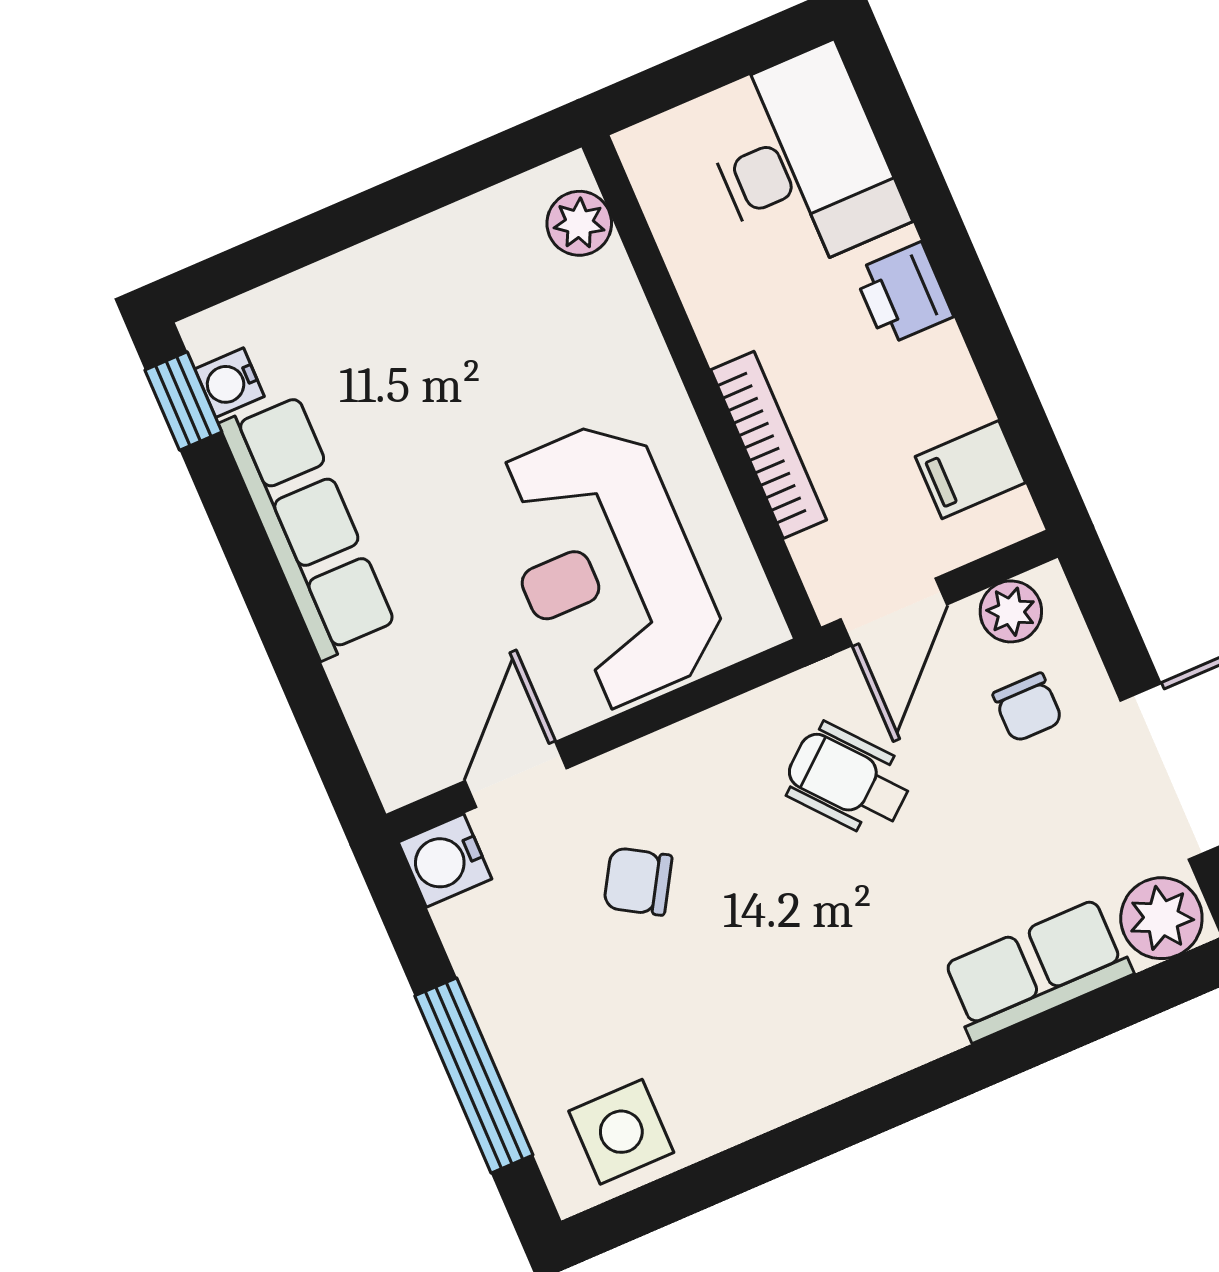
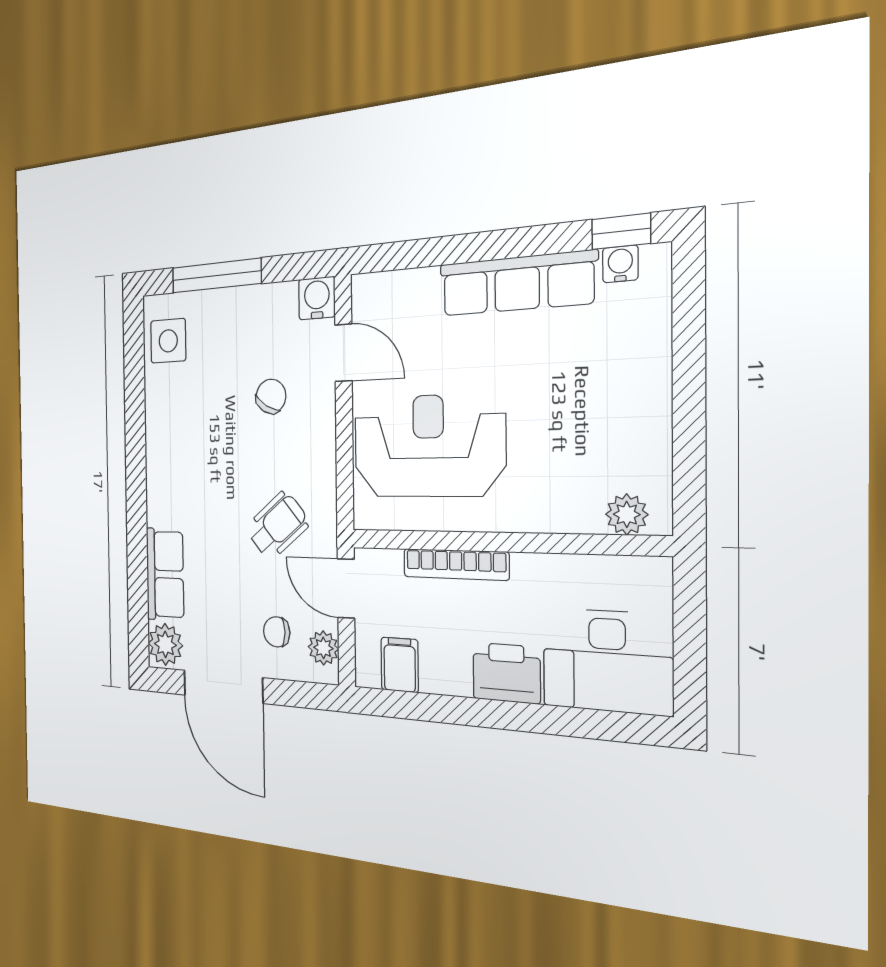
printer: (903, 294) -> (506, 673), width x1.36, depth x1.24

